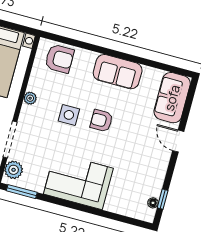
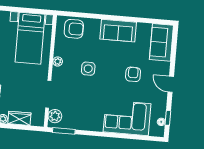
armchair: (101, 121) -> (133, 74), moved, turned 90
door: (178, 141) -> (171, 84), moved
corner sofa: (78, 181) -> (127, 118), moved

